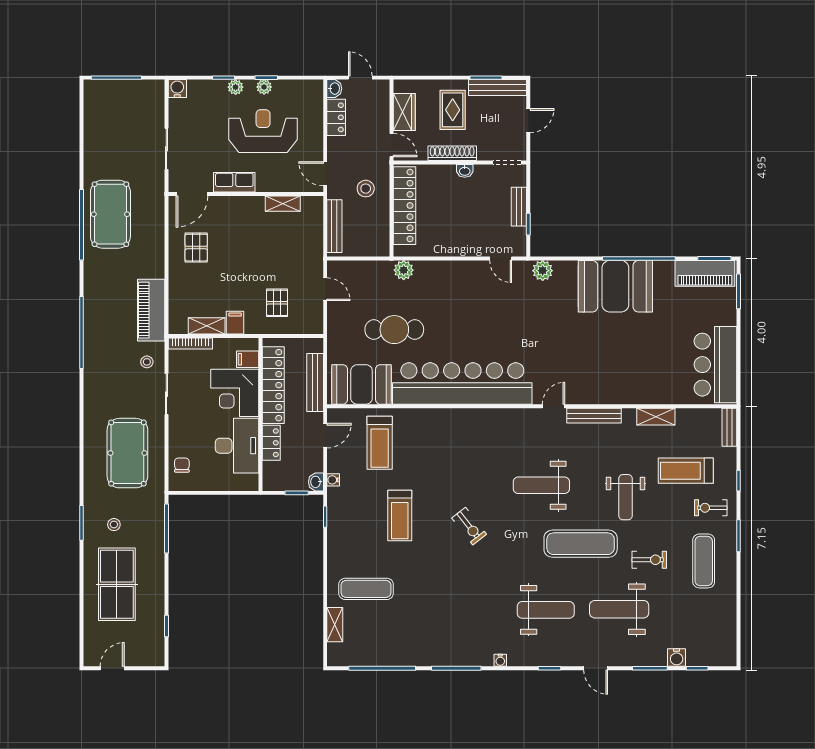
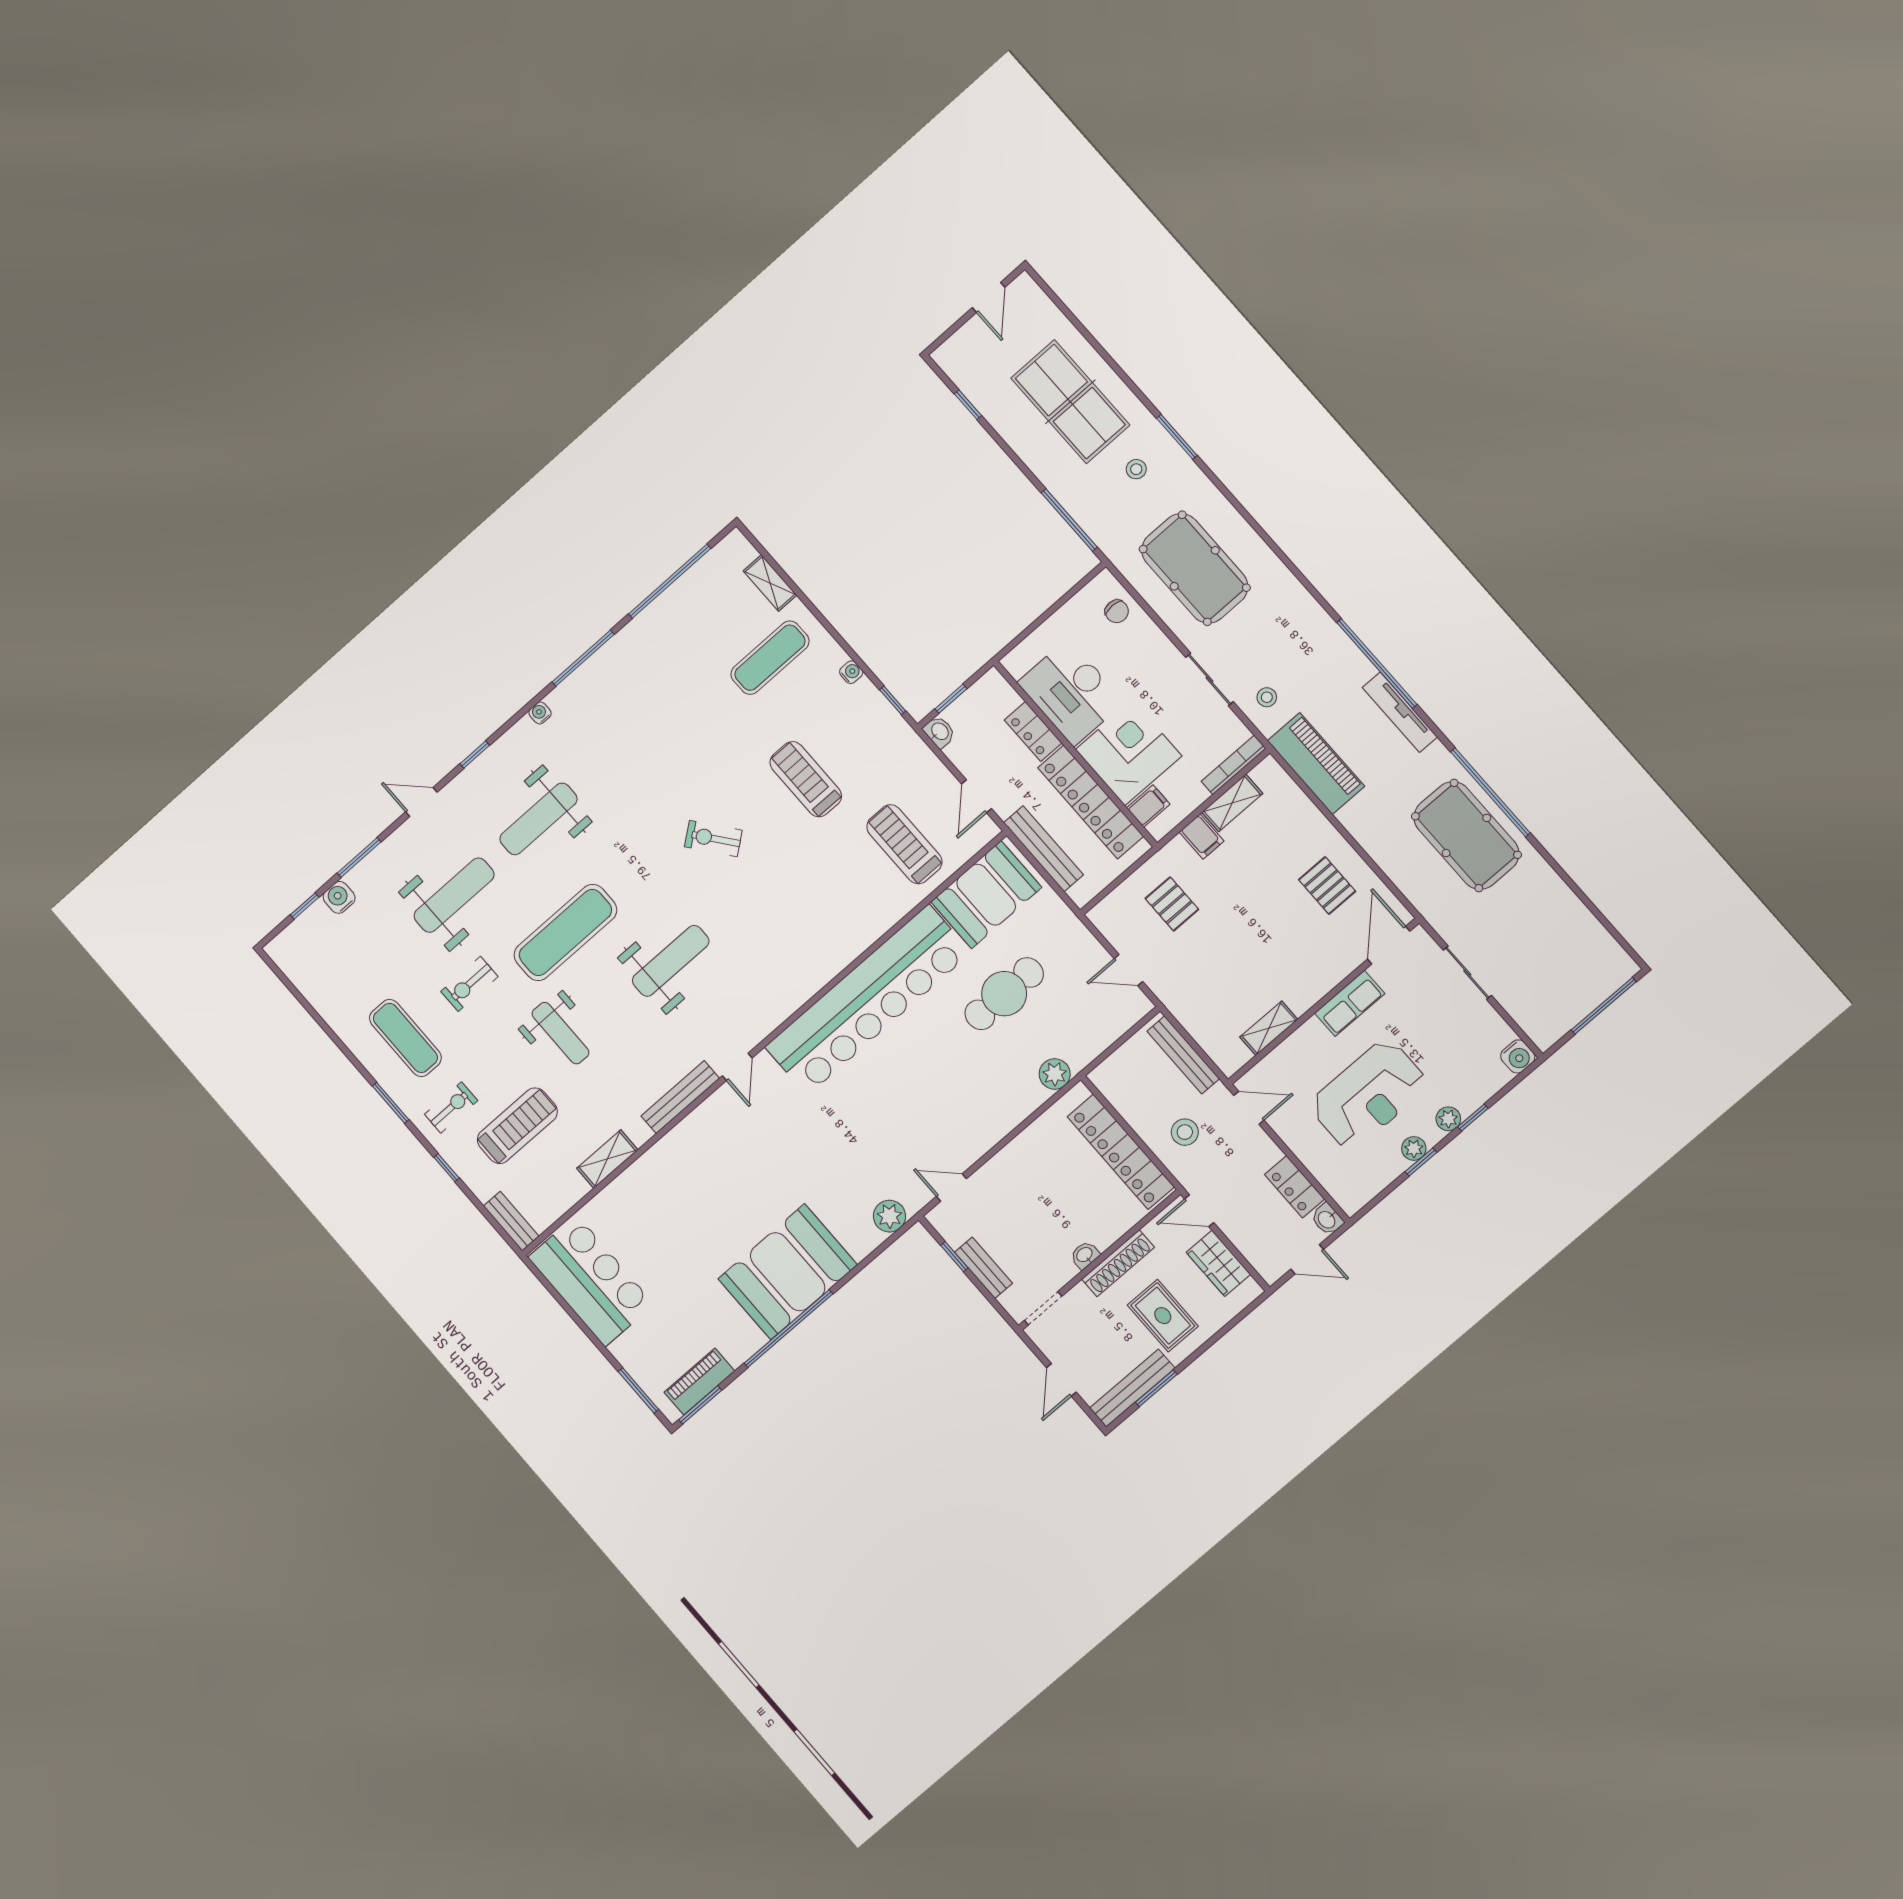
piano: (705, 273) -> (699, 1382), width x0.73, depth x0.75
tv unit: (91, 300) -> (1400, 712), added
water cooler: (333, 480) -> (851, 672), moved
weight bench: (625, 497) -> (561, 1033), turned 180

